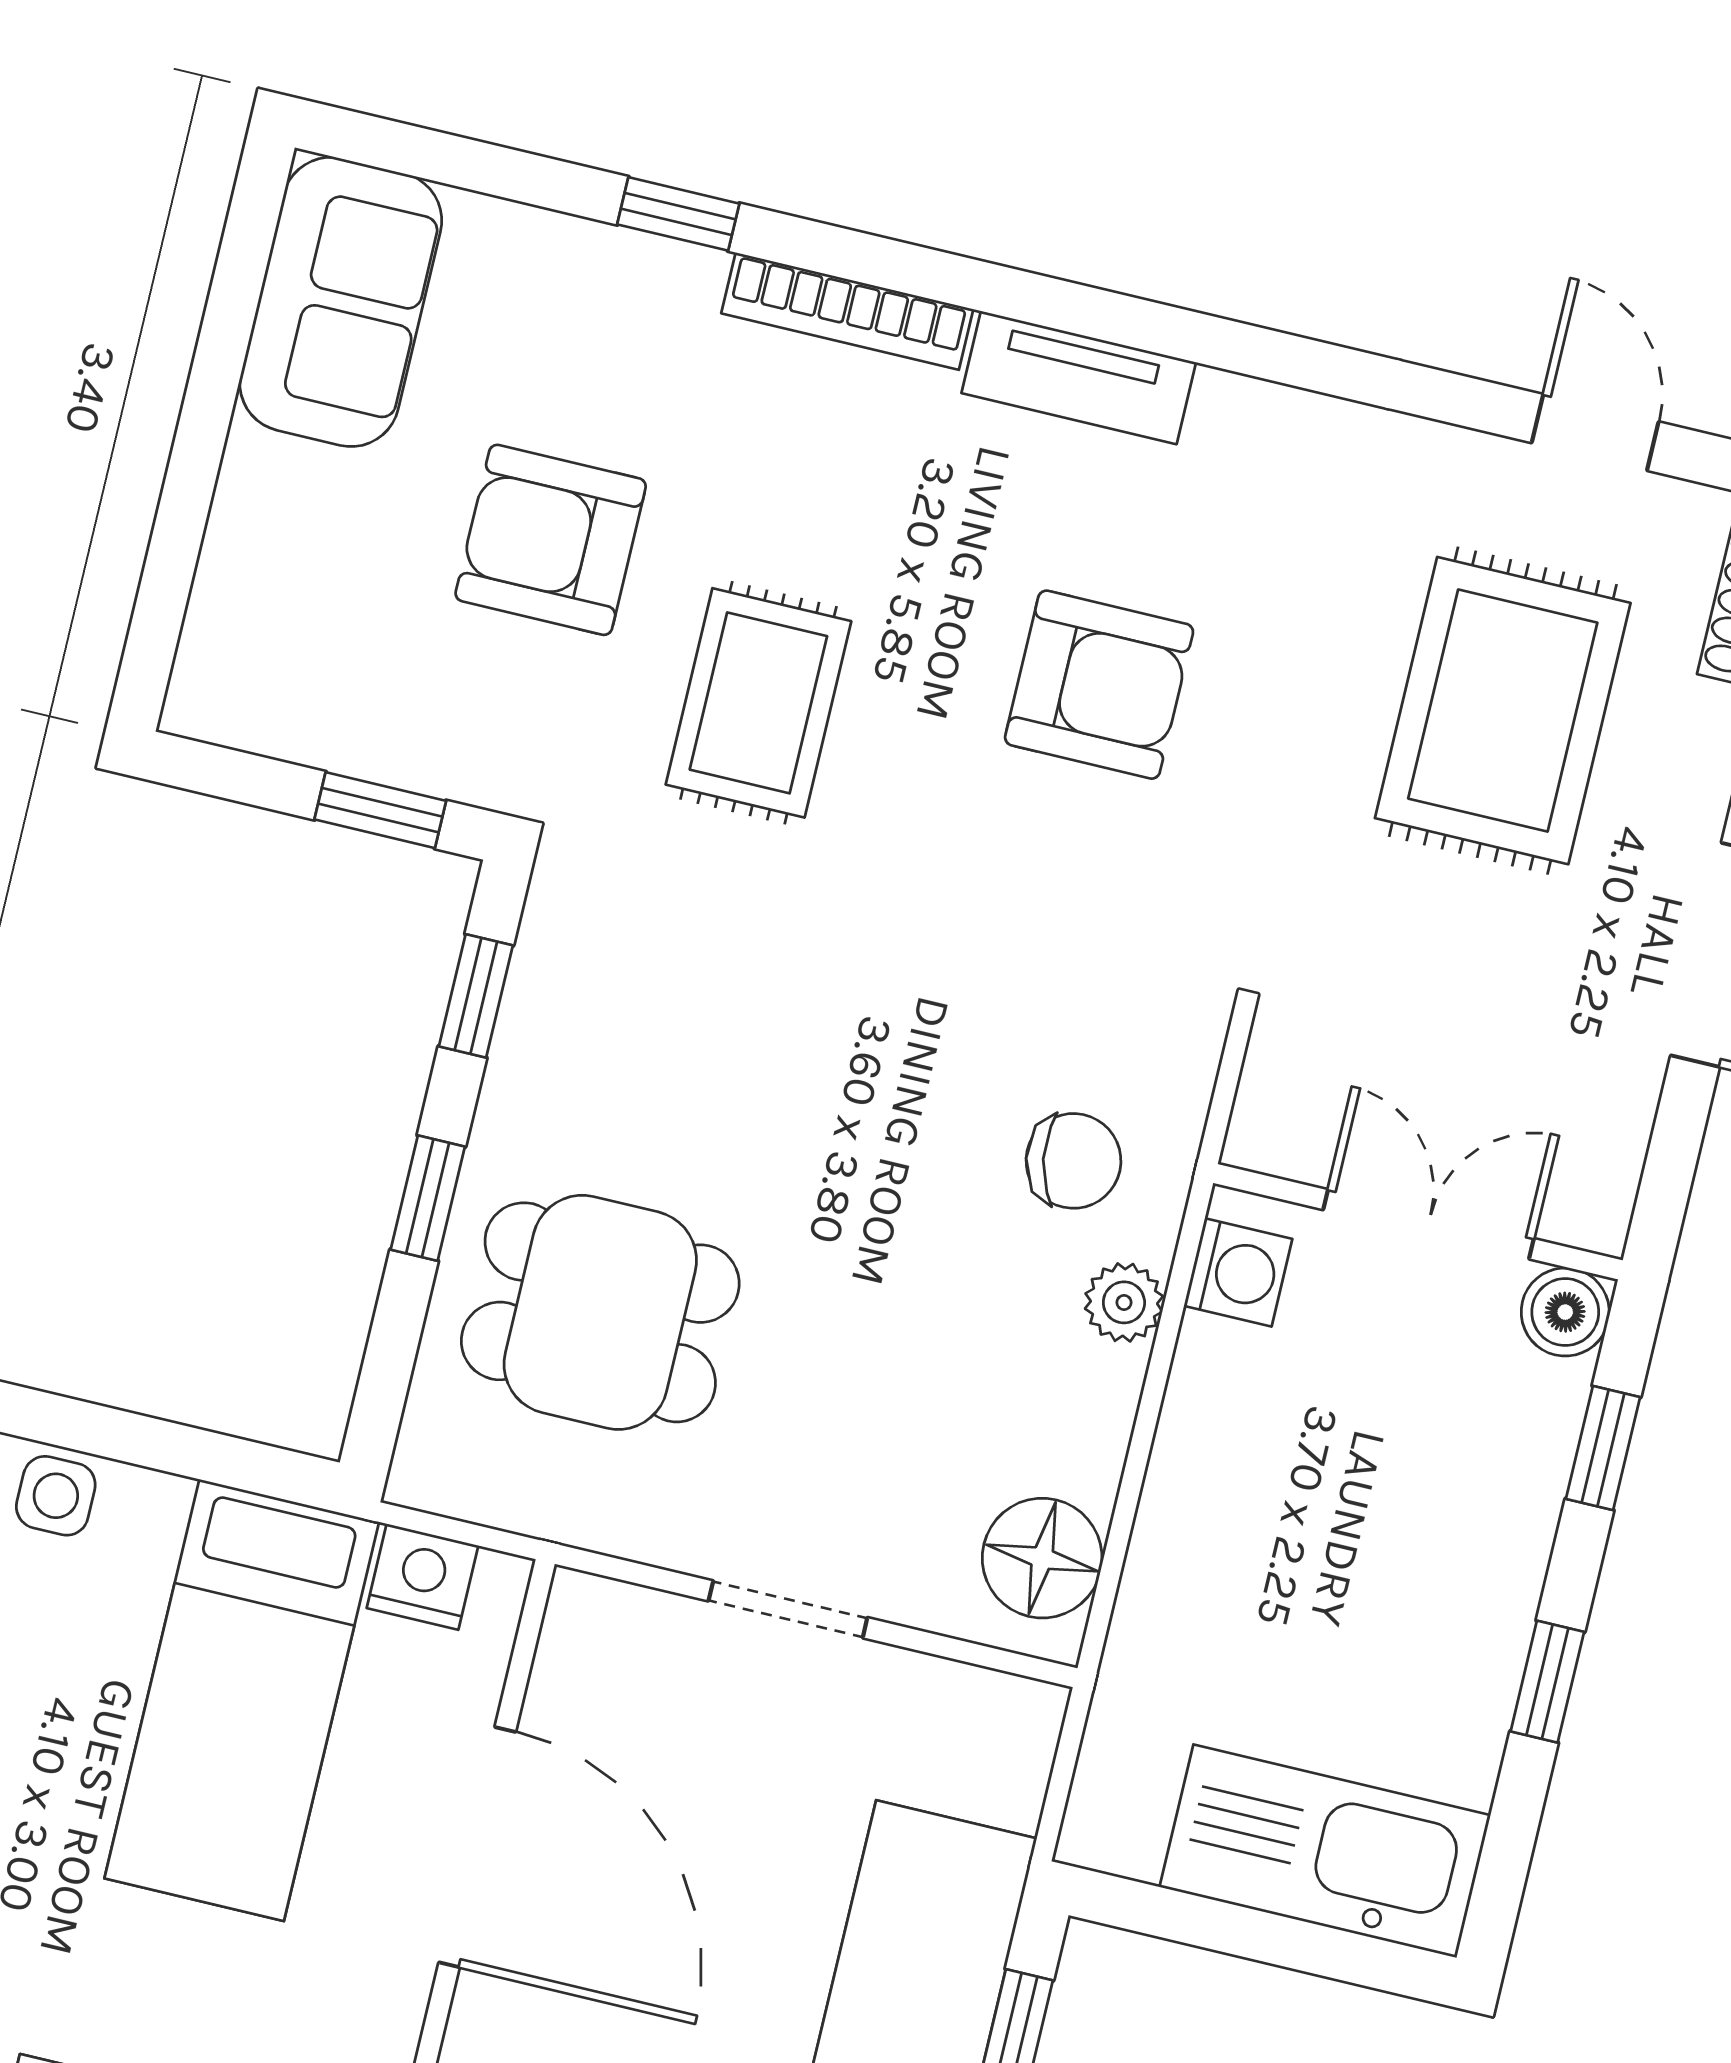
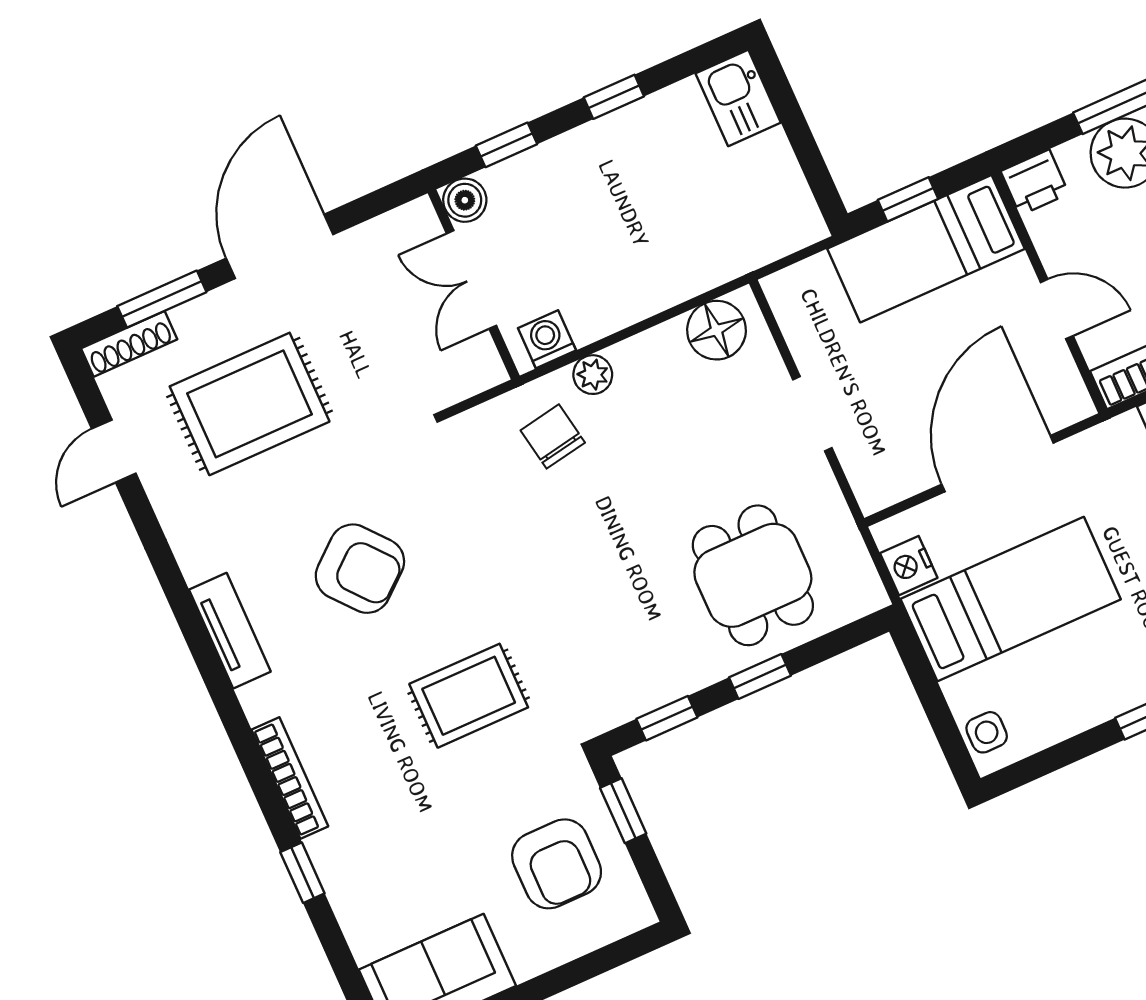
tv unit: (1079, 378) -> (230, 631), moved
armchair: (551, 540) -> (557, 864), moved
armchair: (1099, 685) -> (360, 569), turned 140
kitchen sink: (1325, 1851) -> (738, 98), width x0.53, depth x0.81

